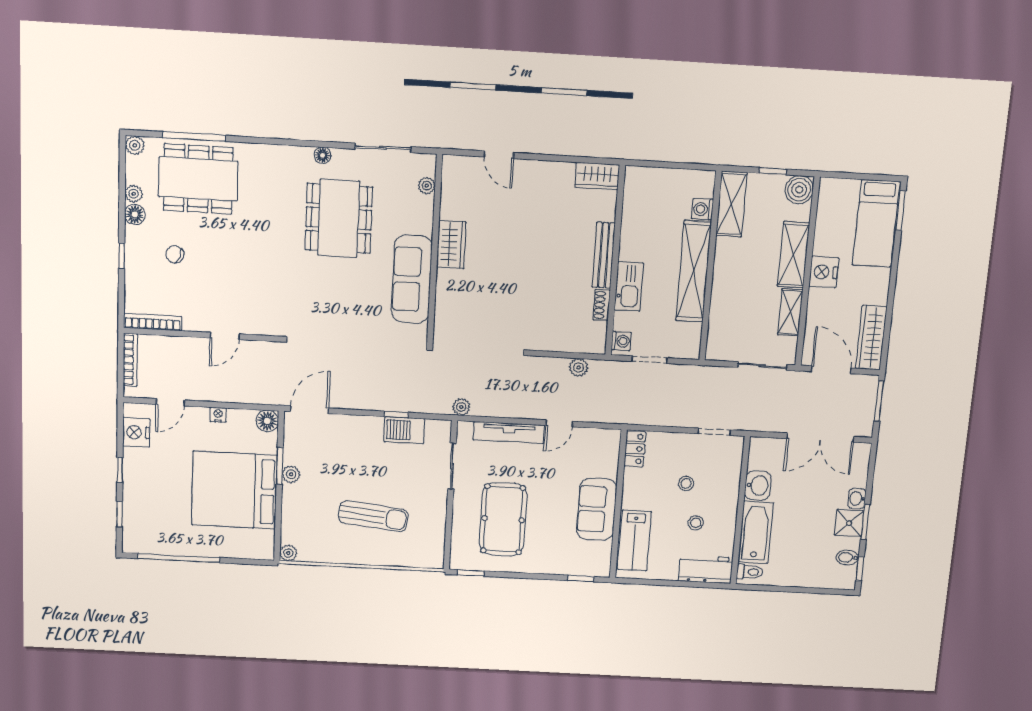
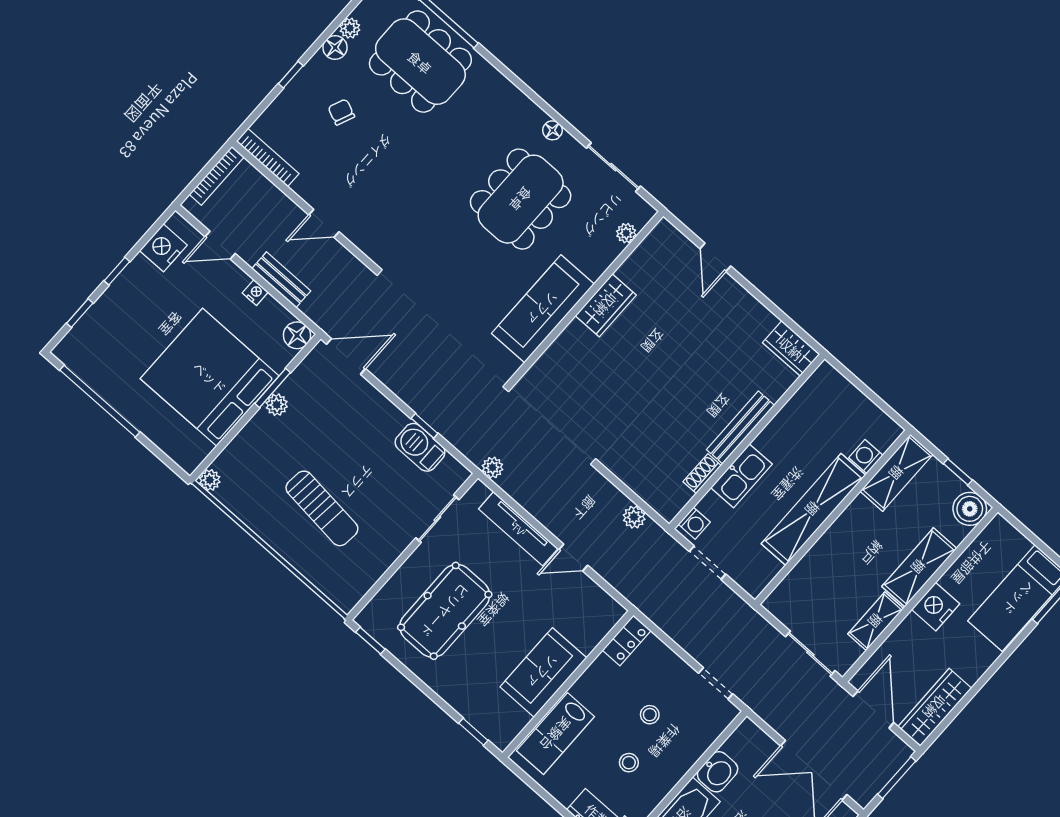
bench: (228, 394) -> (281, 280), added

